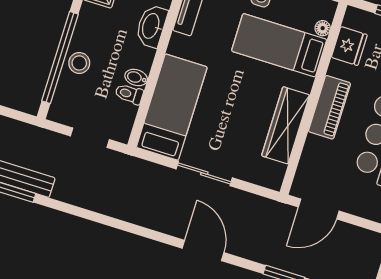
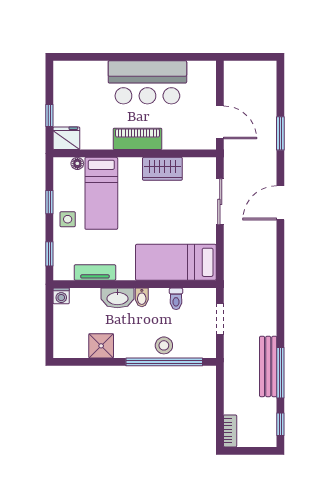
fridge: (349, 46) -> (66, 138), moved
bidet: (136, 78) -> (142, 297), moved
wardrobe: (286, 125) -> (162, 169), width x0.67
sliding door: (204, 173) -> (220, 202), moved

